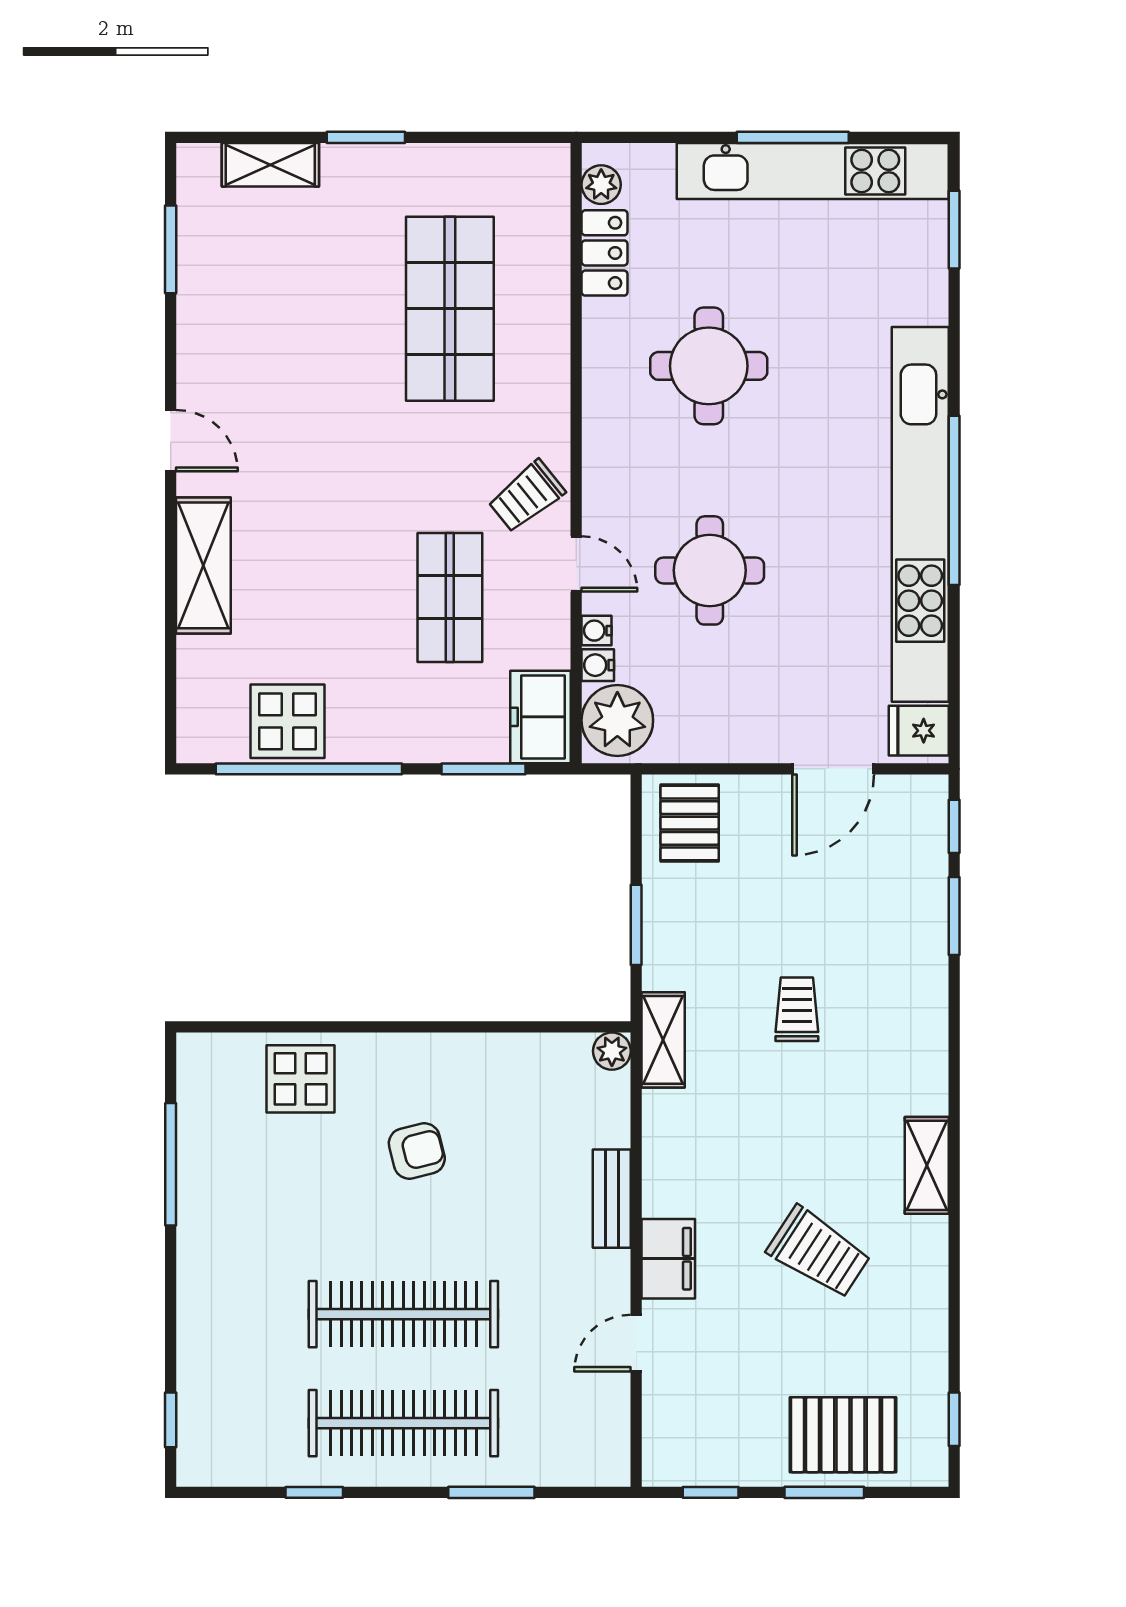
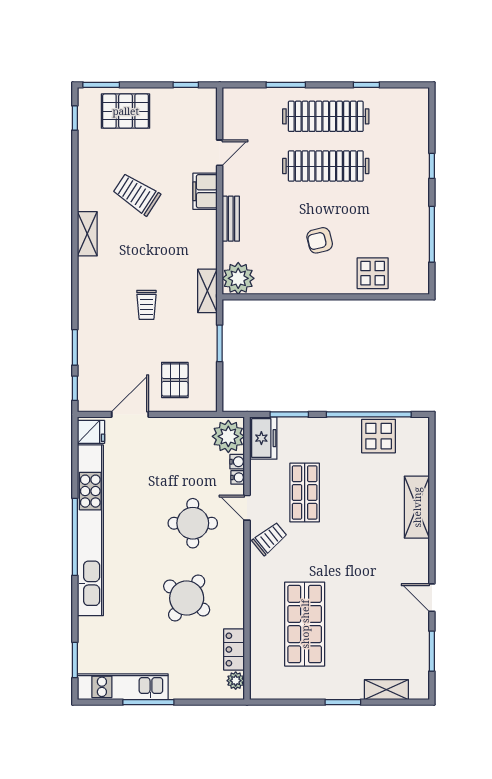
kitchen unit: (813, 171) -> (123, 687), width x0.73
round table: (709, 366) -> (187, 598), turned 35
door: (171, 441) -> (432, 598), moved
round table: (710, 570) -> (193, 523), moved
pallet: (690, 823) -> (175, 380), moved
plant: (612, 1051) -> (238, 278), width x1.88, depth x1.88
window: (171, 1420) -> (432, 166), moved
window: (824, 1492) -> (101, 85), moved

